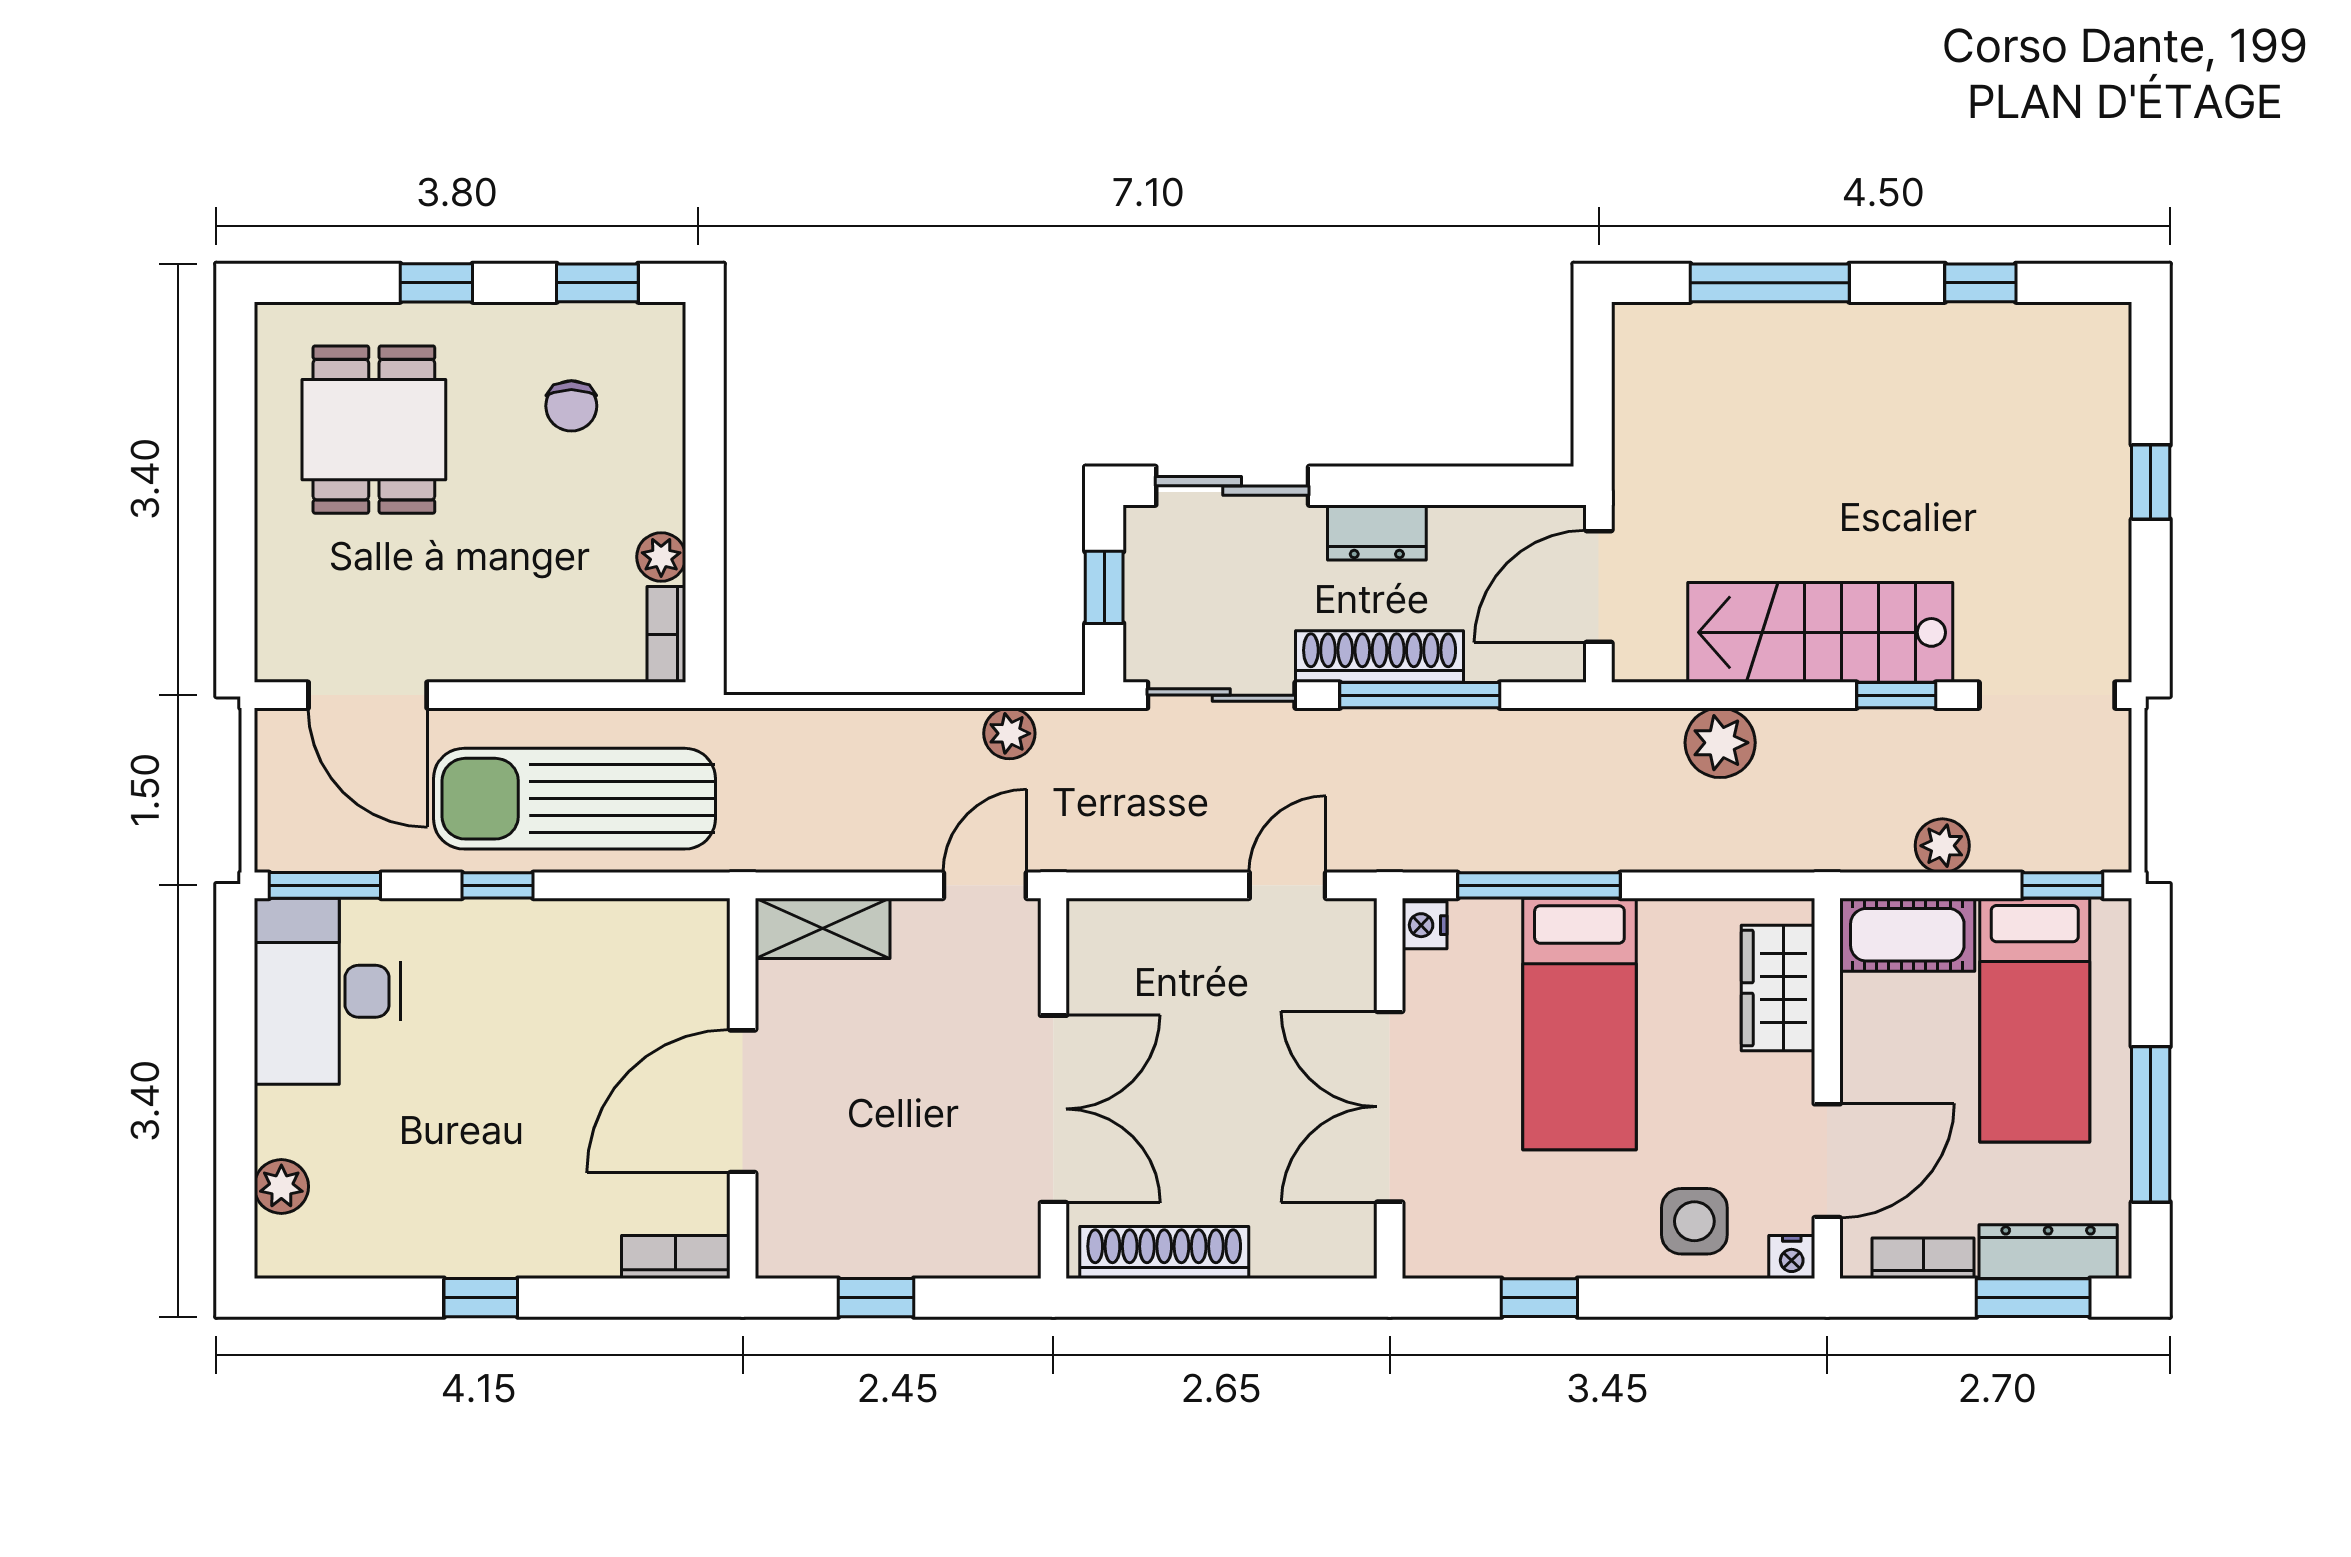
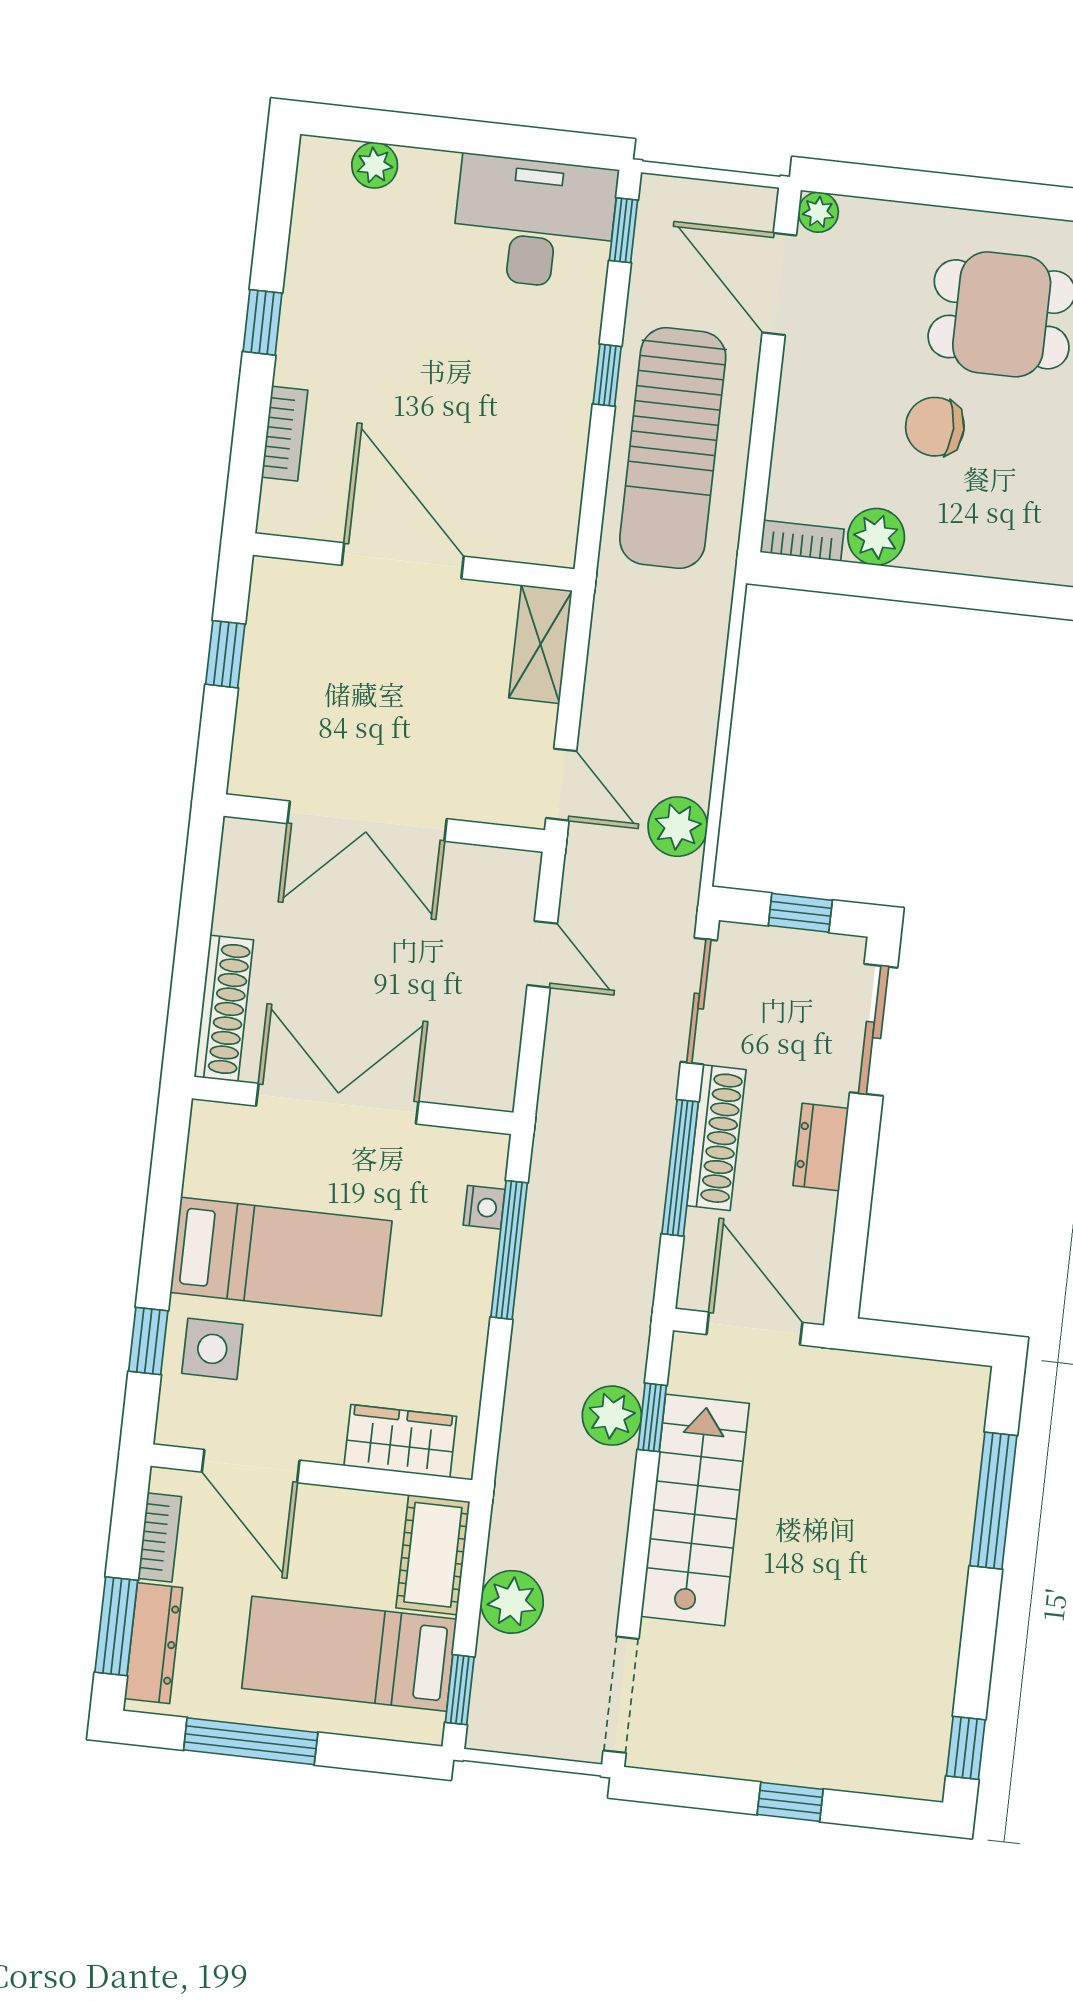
window: (1980, 283) -> (966, 1748), moved
chair: (571, 406) -> (935, 427), moved, width x1.37, depth x1.37
plant: (661, 557) -> (876, 537), width x1.38, depth x1.38
plant: (278, 659) -> (818, 212), added
door: (368, 695) -> (779, 284), hinge flipped
window: (1896, 695) -> (652, 1417), moved
plant: (1009, 733) -> (678, 827), width x1.38, depth x1.38
sun lounger: (574, 799) -> (673, 448), turned 180
plant: (1942, 846) -> (512, 1602), width x1.38, depth x1.38
window: (325, 885) -> (623, 230), width x0.67
door: (1287, 885) -> (542, 954), moved
nightstand: (1425, 925) -> (484, 1207), moved, turned 90
bed: (1579, 1024) -> (281, 1257), moved, turned 180
shoe rack: (1164, 1253) -> (224, 1008), moved
bookcase: (676, 1257) -> (285, 434), moved
nightstand: (1792, 1257) -> (173, 1427), removed
window: (1539, 1298) -> (148, 1341), moved

